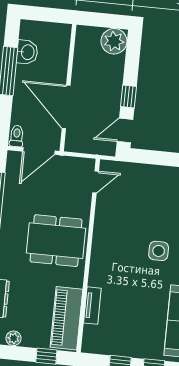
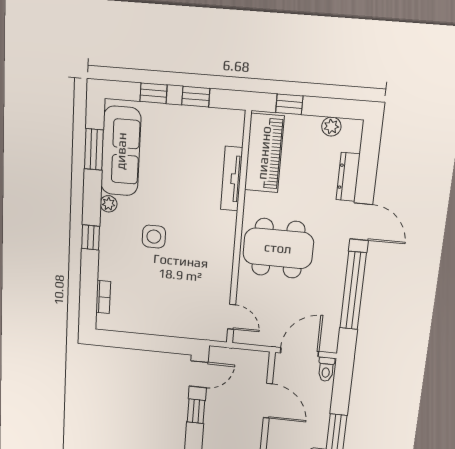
door: (66, 107) -> (268, 401), width x0.73
door: (96, 182) -> (232, 317), swing flipped
tv unit: (92, 306) -> (232, 179), width x1.41

